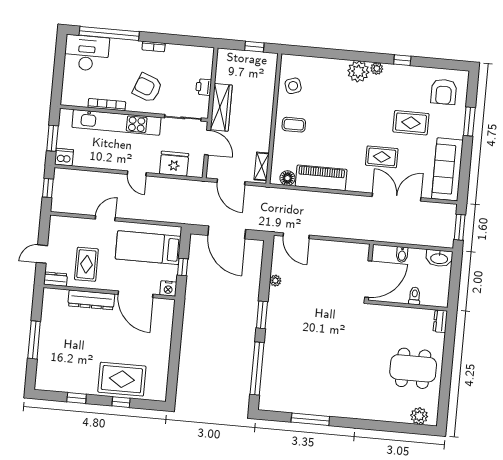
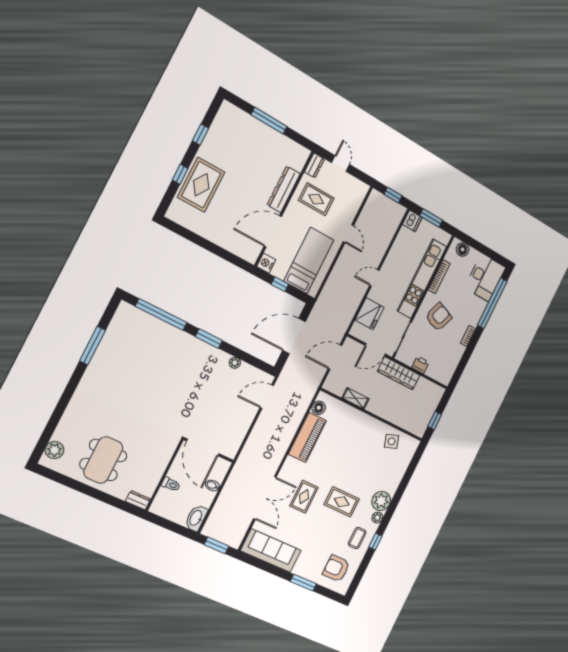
floor lamp: (69, 91) -> (463, 249), added
rug: (411, 123) -> (342, 502), moved, turned 90
coffee table: (294, 125) -> (357, 538), moved
shelving: (262, 166) -> (356, 398), moved

